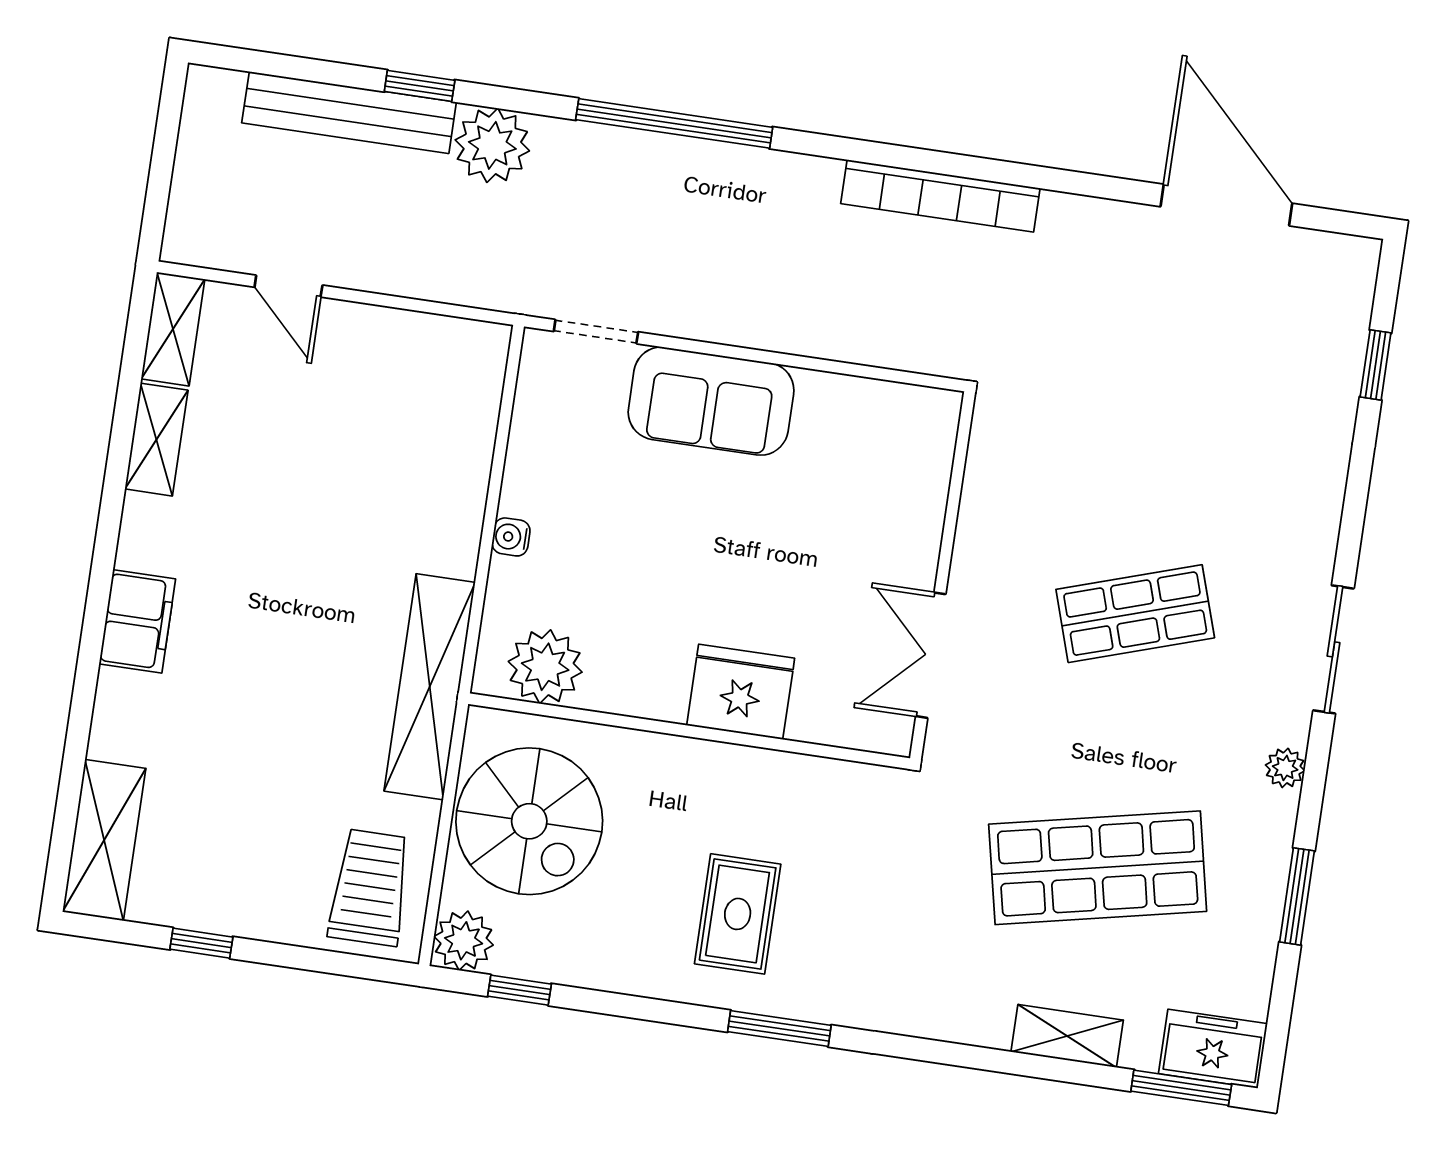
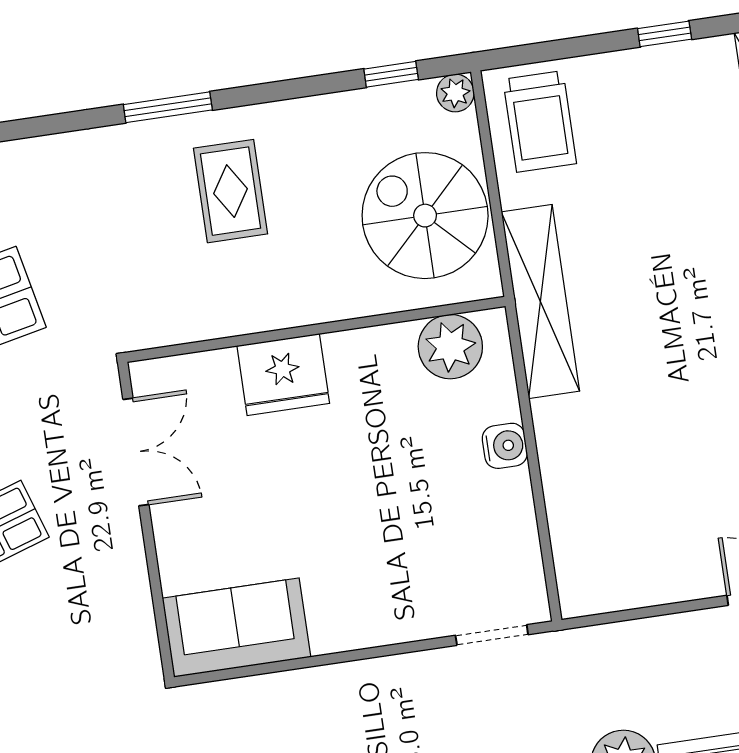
sofa: (711, 401) -> (237, 628), moved
water cooler: (511, 537) -> (505, 446), width x1.38, depth x1.38
plant: (464, 941) -> (455, 93), width x0.73, depth x0.73

